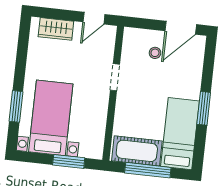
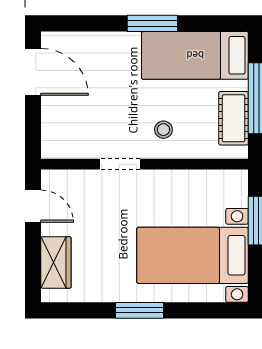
stool: (155, 53) -> (163, 130), moved
window: (16, 106) -> (140, 310), moved
cot: (137, 151) -> (234, 118), width x0.73, depth x0.75

